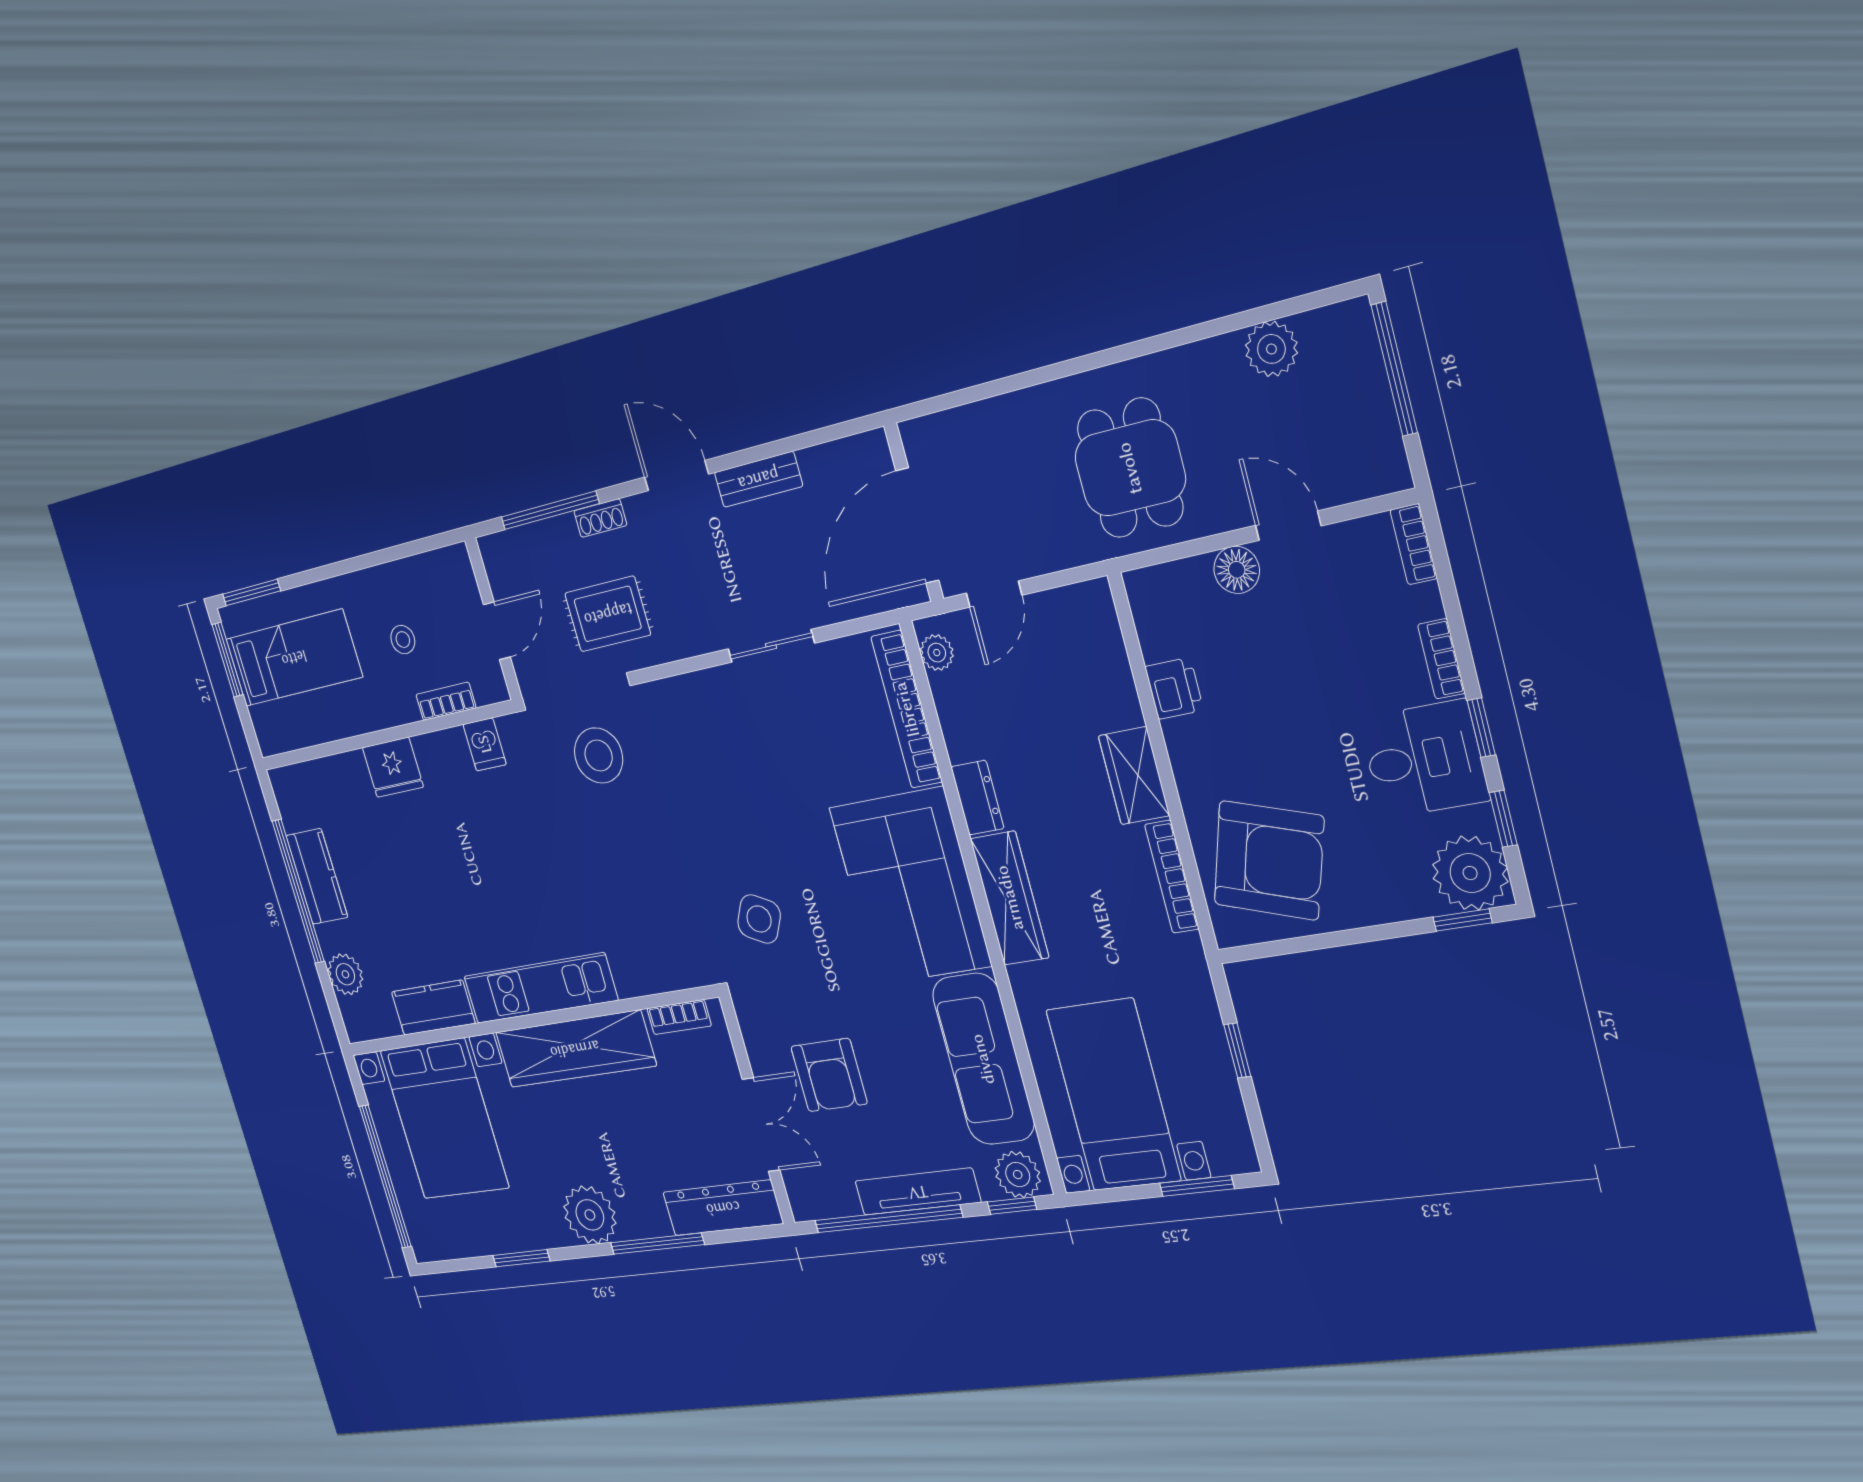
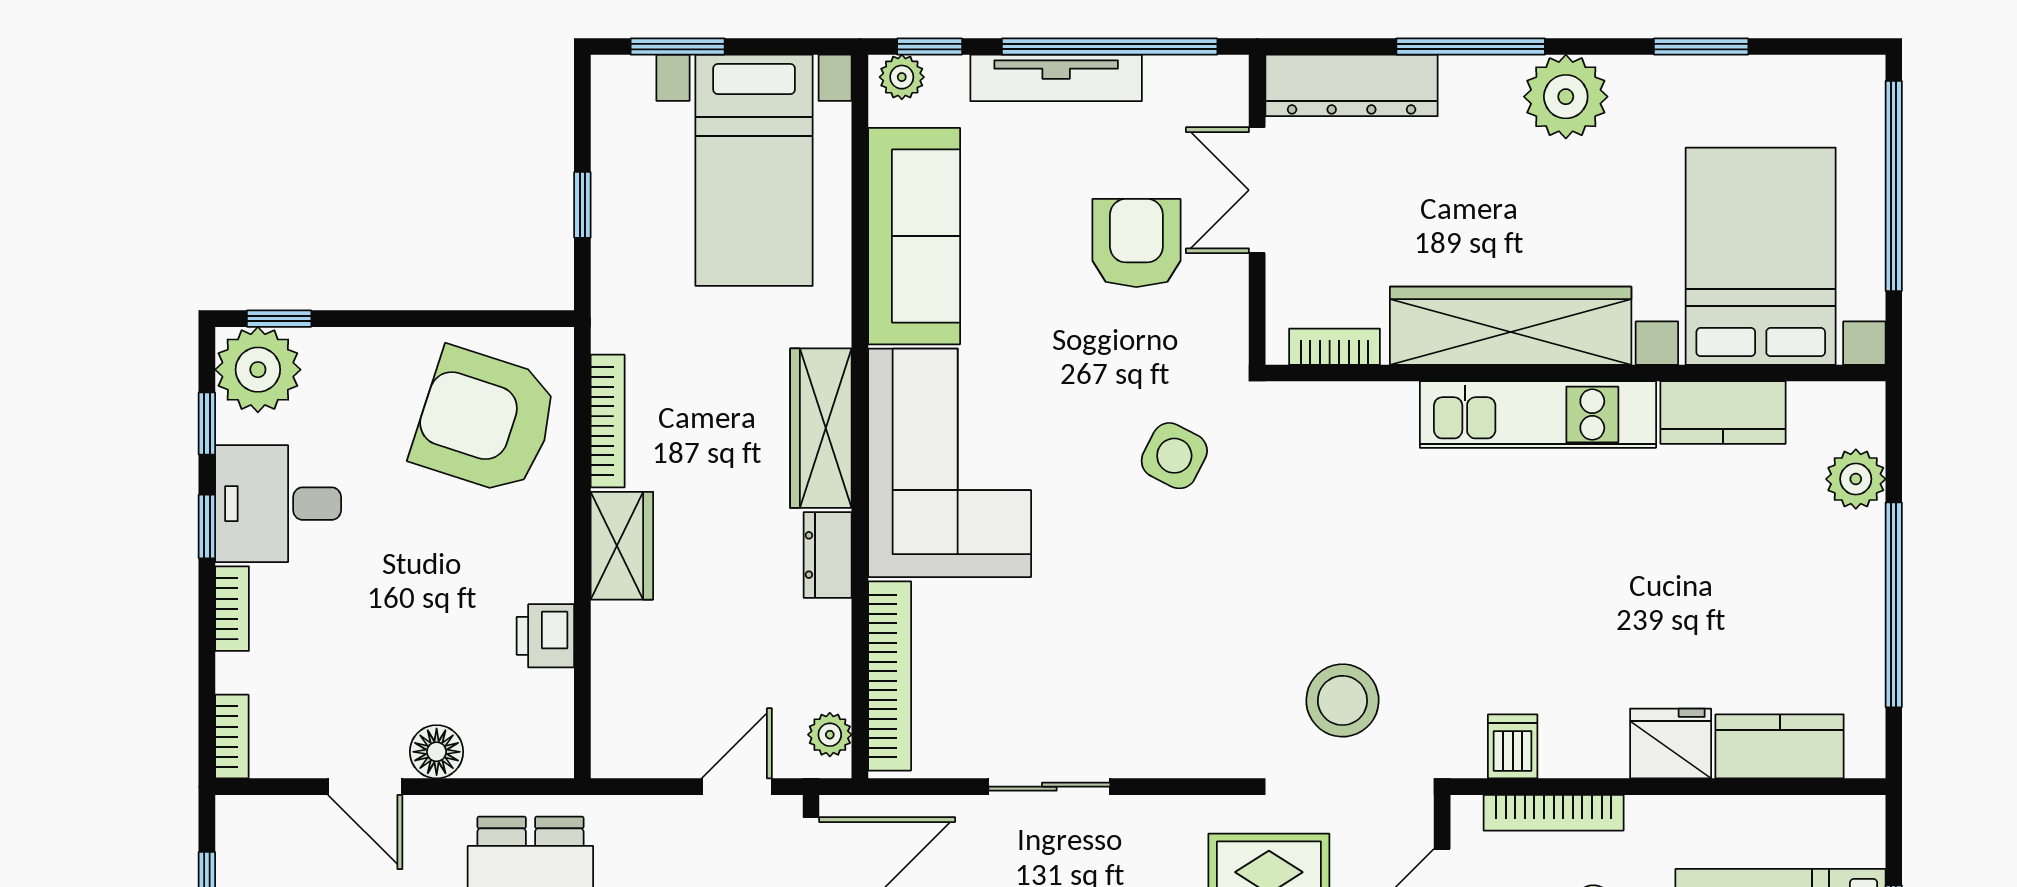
bookcase: (446, 701) -> (1554, 813), width x1.56
kitchen counter: (317, 876) -> (1780, 746), moved, turned 90
plant: (1018, 1175) -> (902, 77), width x0.73, depth x0.73

